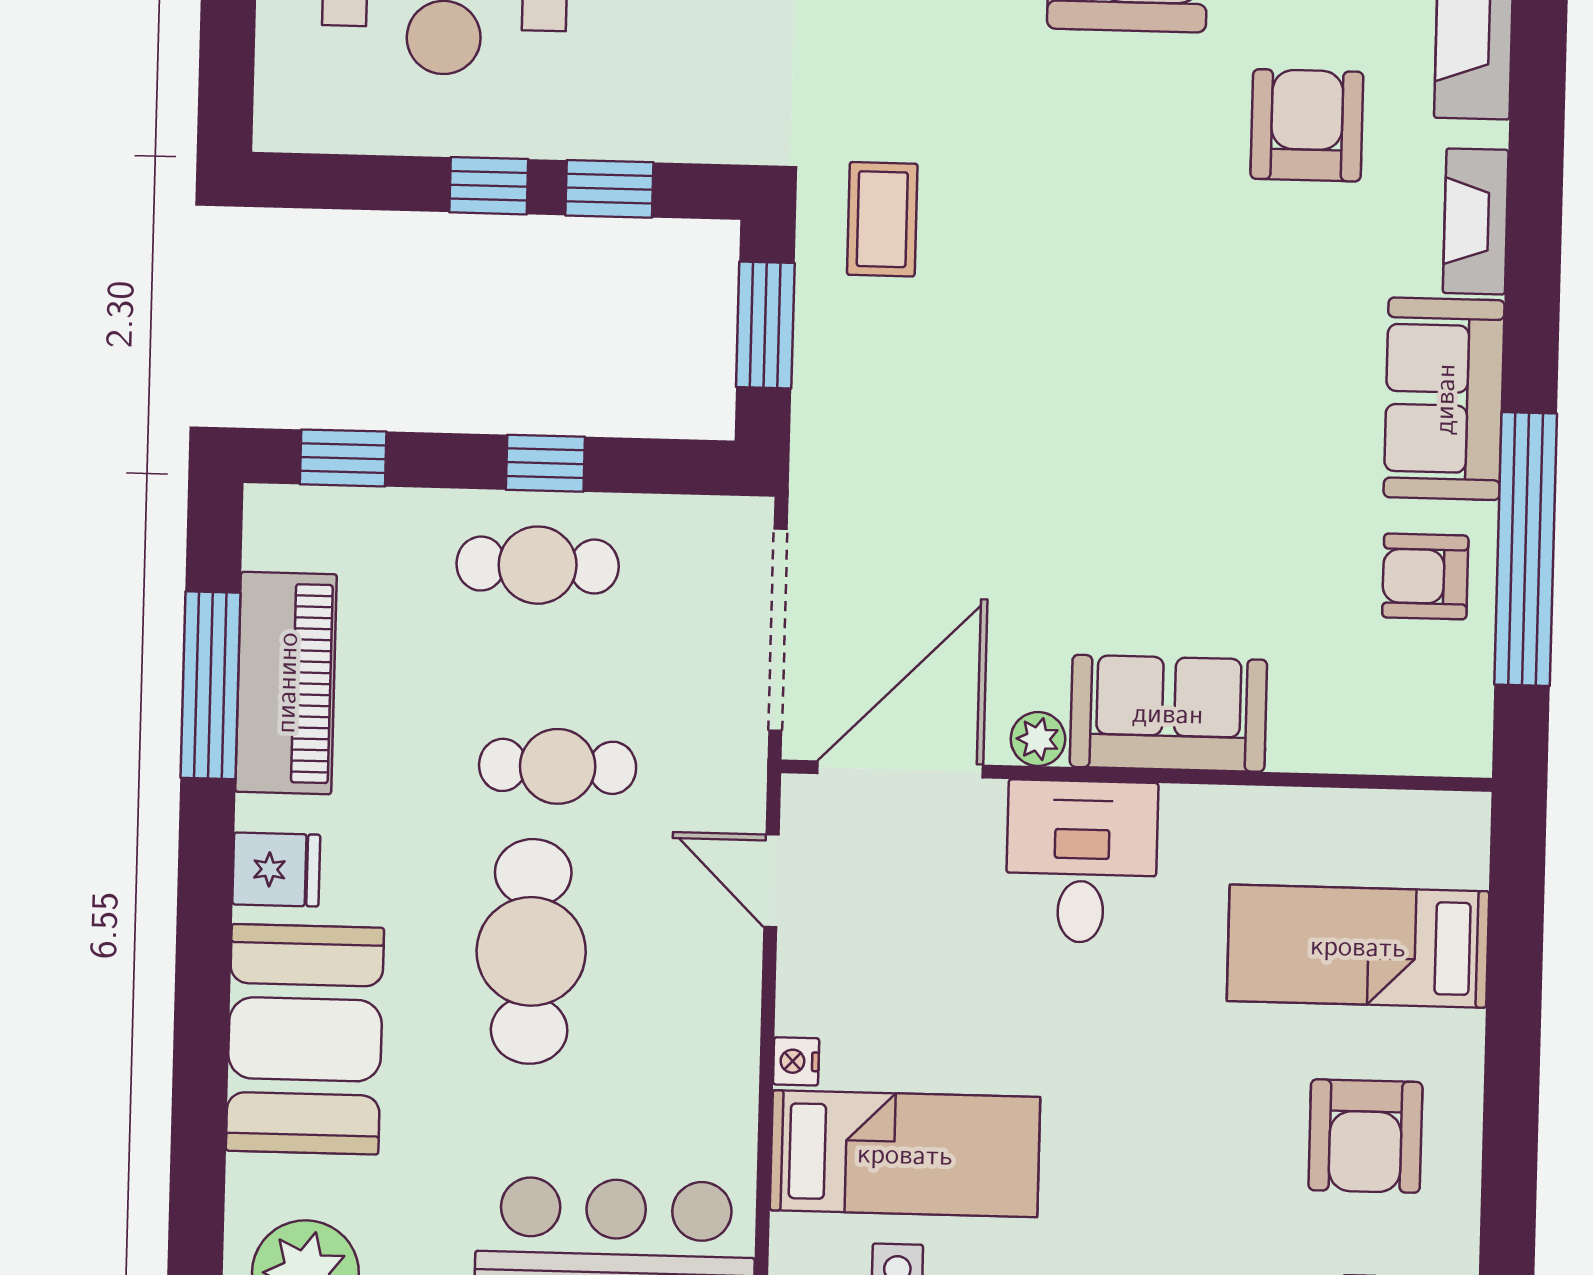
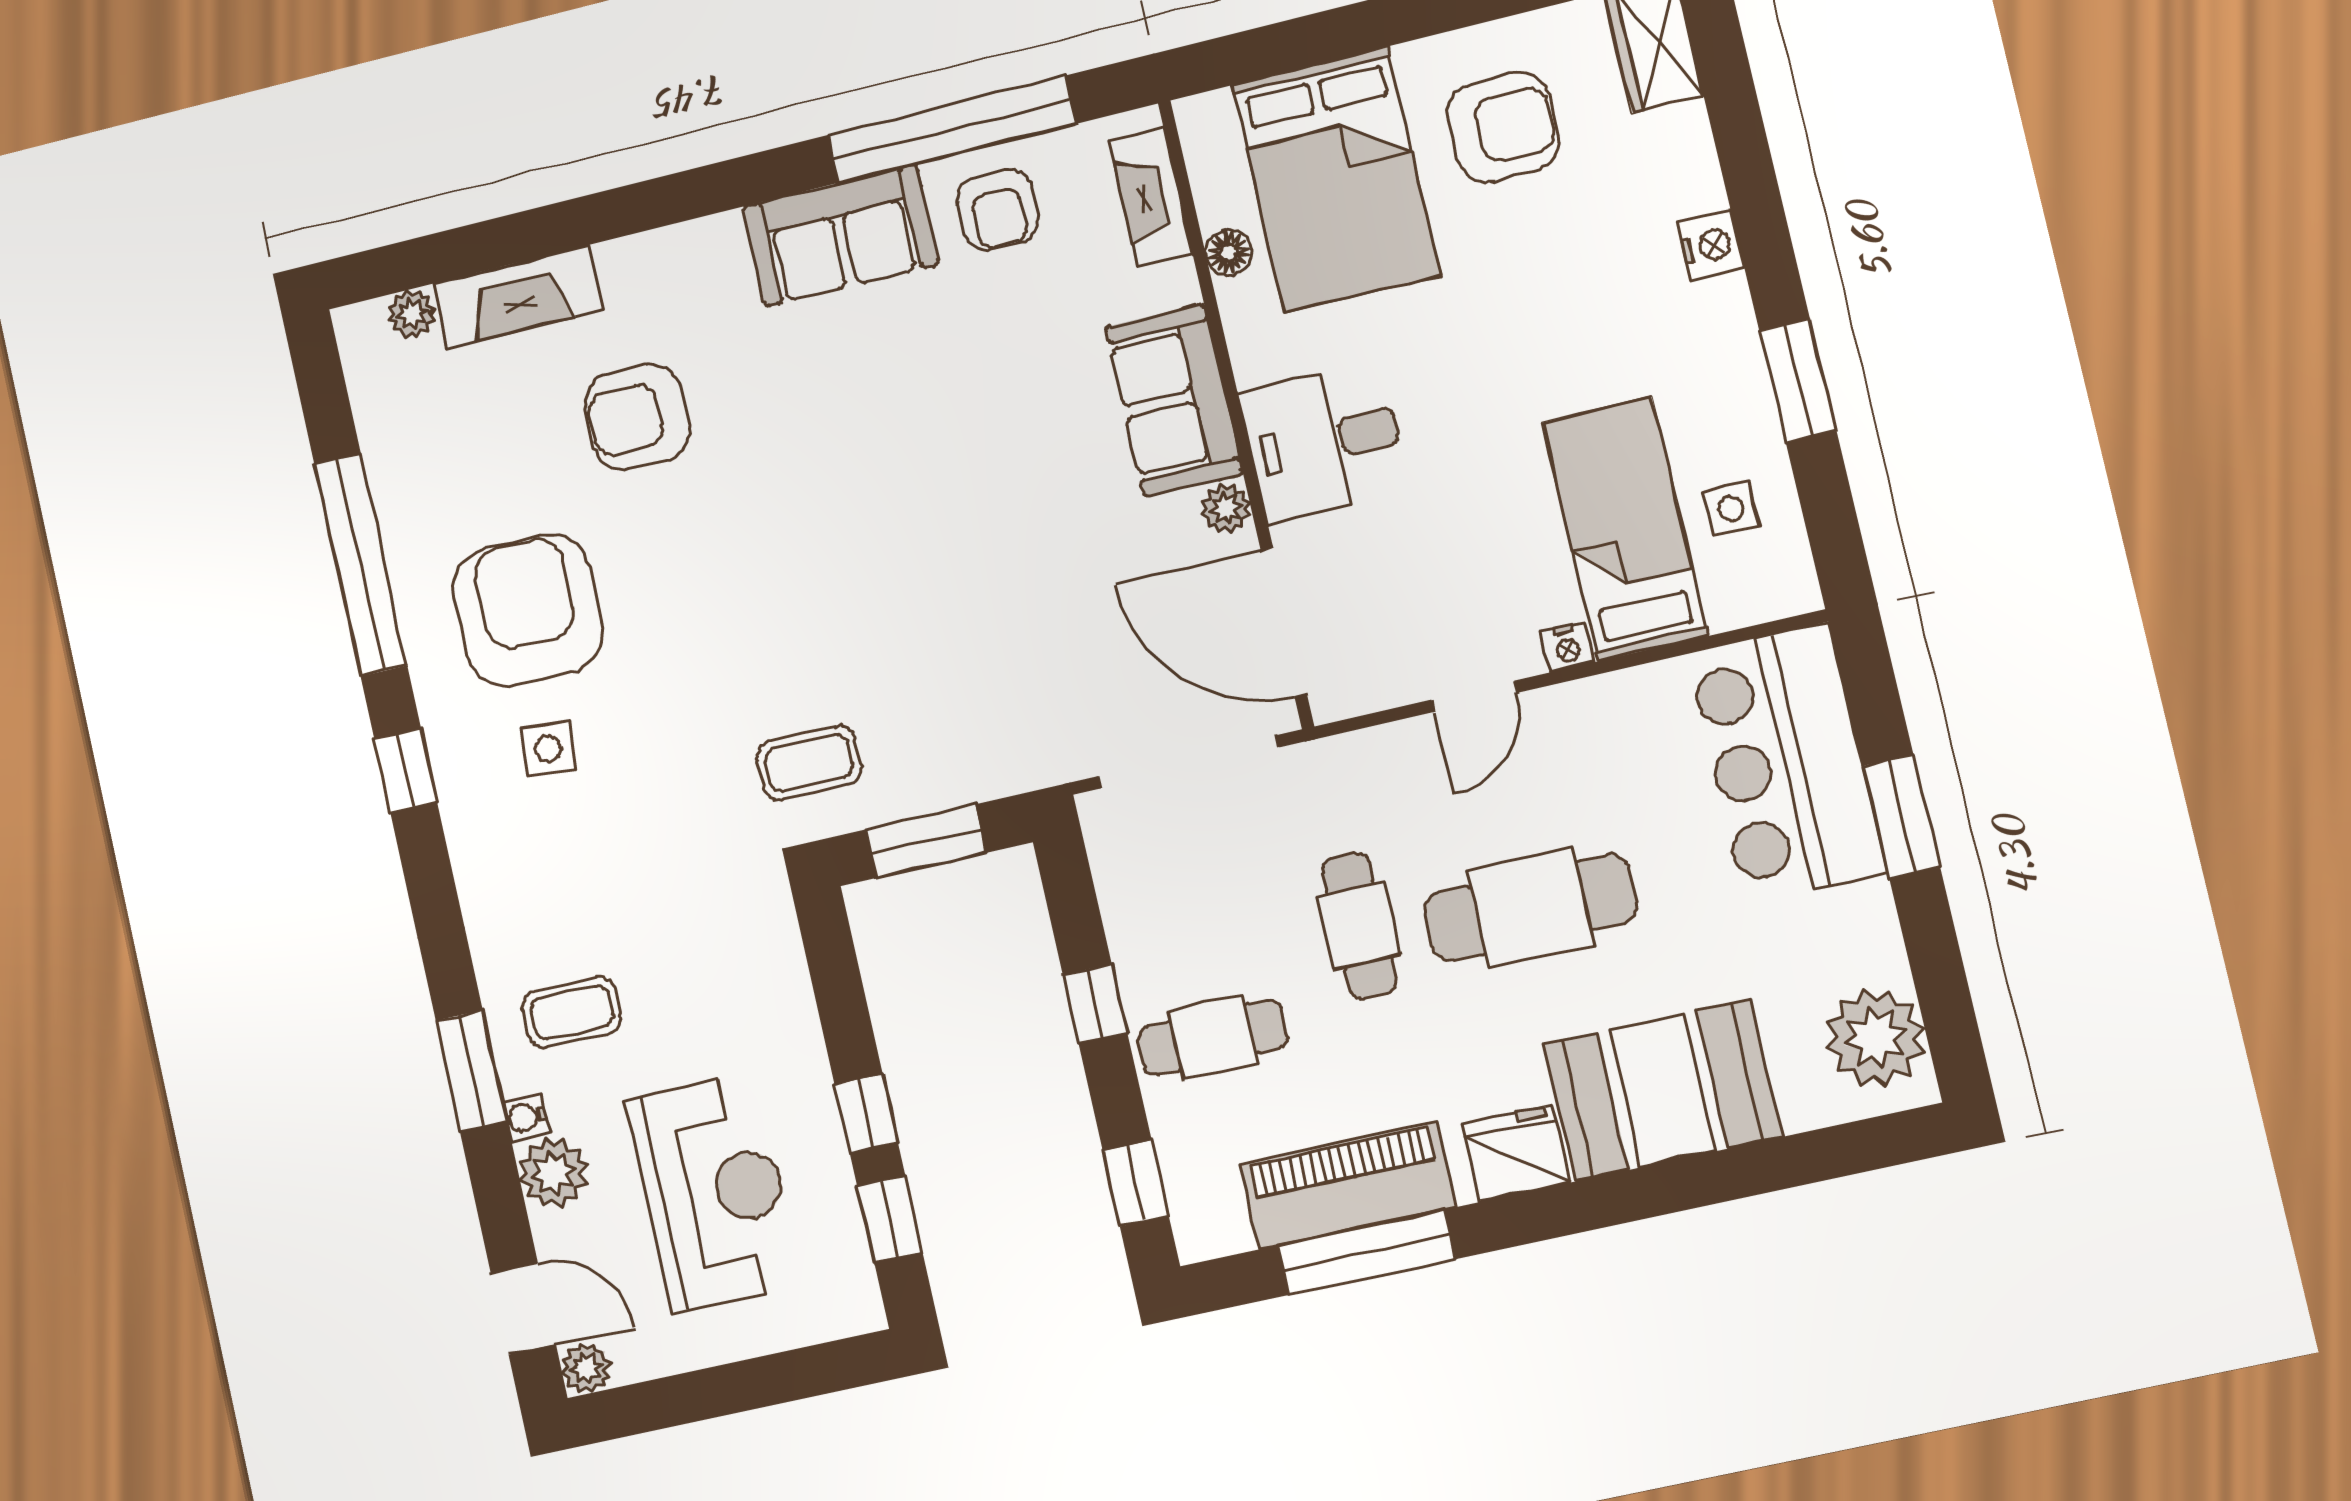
window: (609, 189) -> (890, 1219), moved
fireplace: (1476, 221) -> (1151, 197), moved, turned 90
cafe table: (538, 565) -> (1213, 1038), moved, turned 90
floor lamp: (1311, 812) -> (1229, 253), added
fridge: (276, 870) -> (1516, 1153), width x1.38
door: (771, 881) -> (1474, 696), moved
bed: (1358, 946) -> (1336, 180), width x1.50

